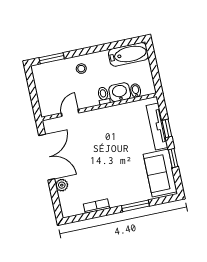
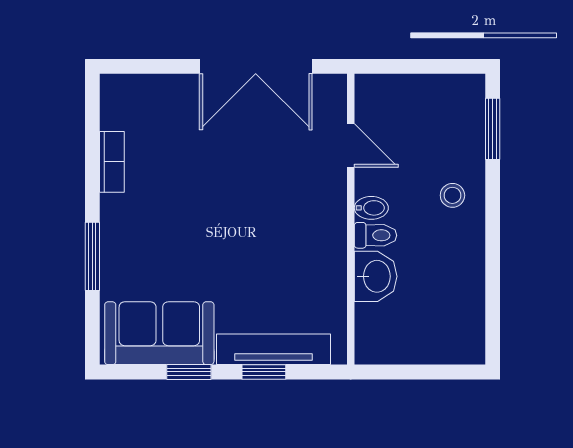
bathtub: (128, 54) -> (463, 317), removed
bidet: (136, 91) -> (371, 208), moved
plant: (62, 185) -> (180, 89), removed

